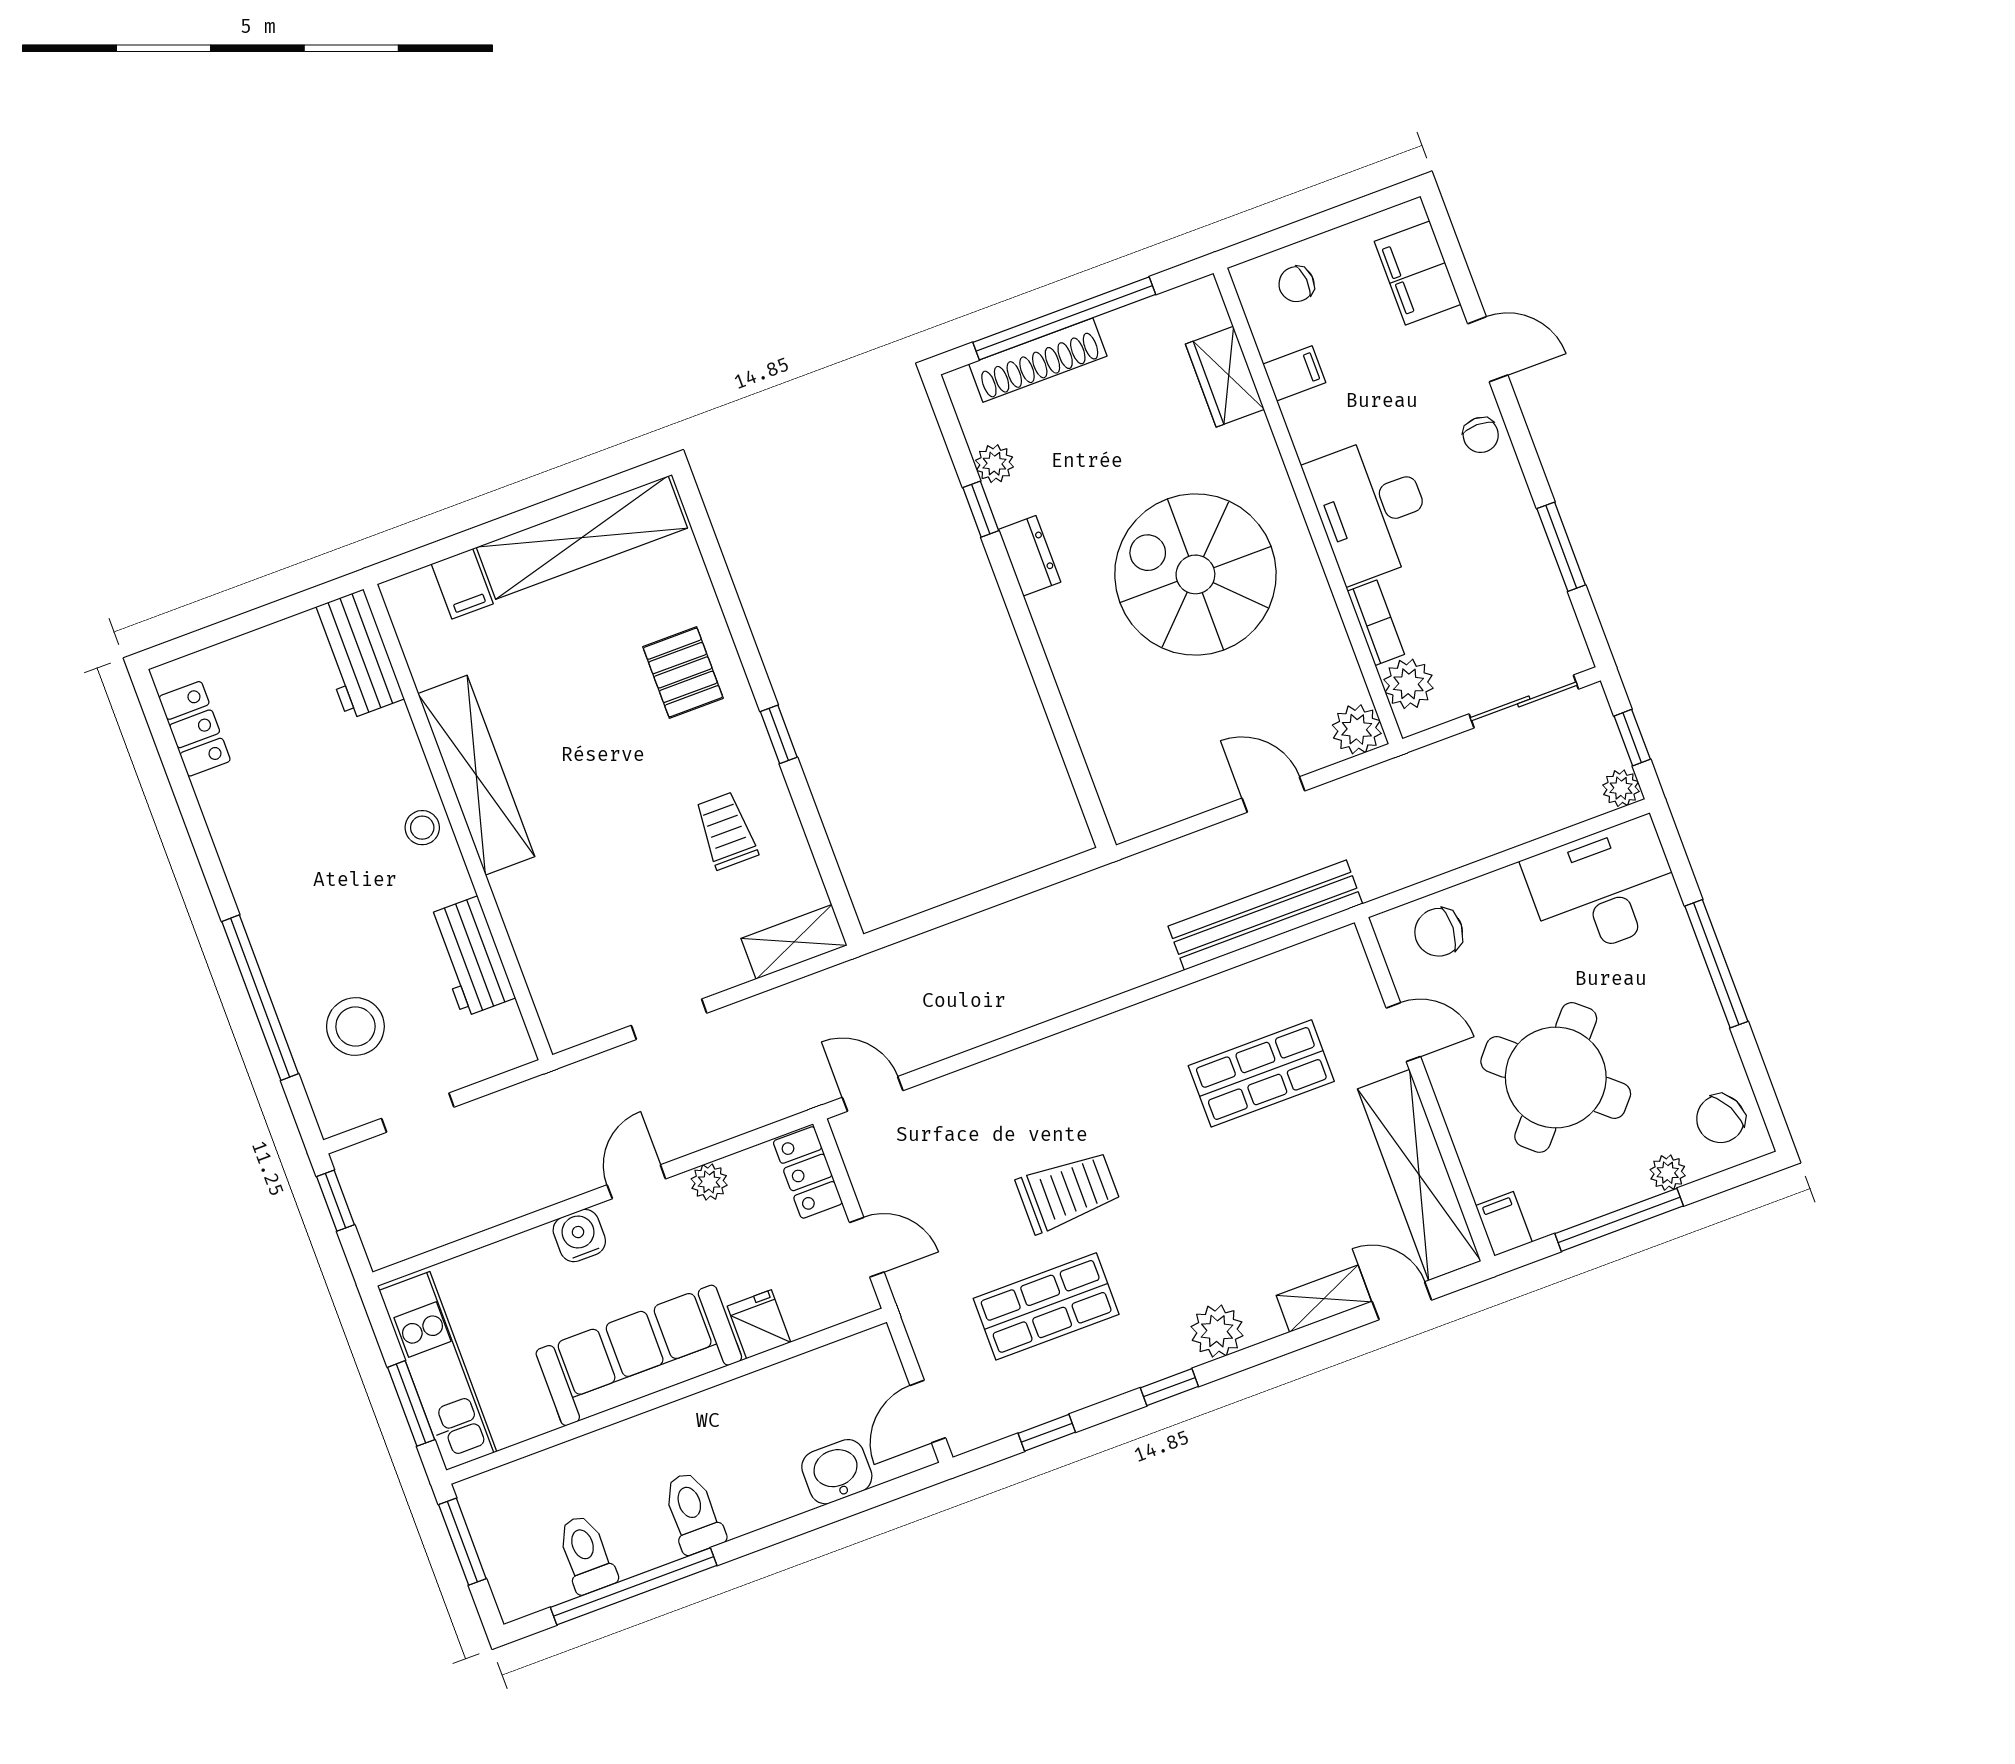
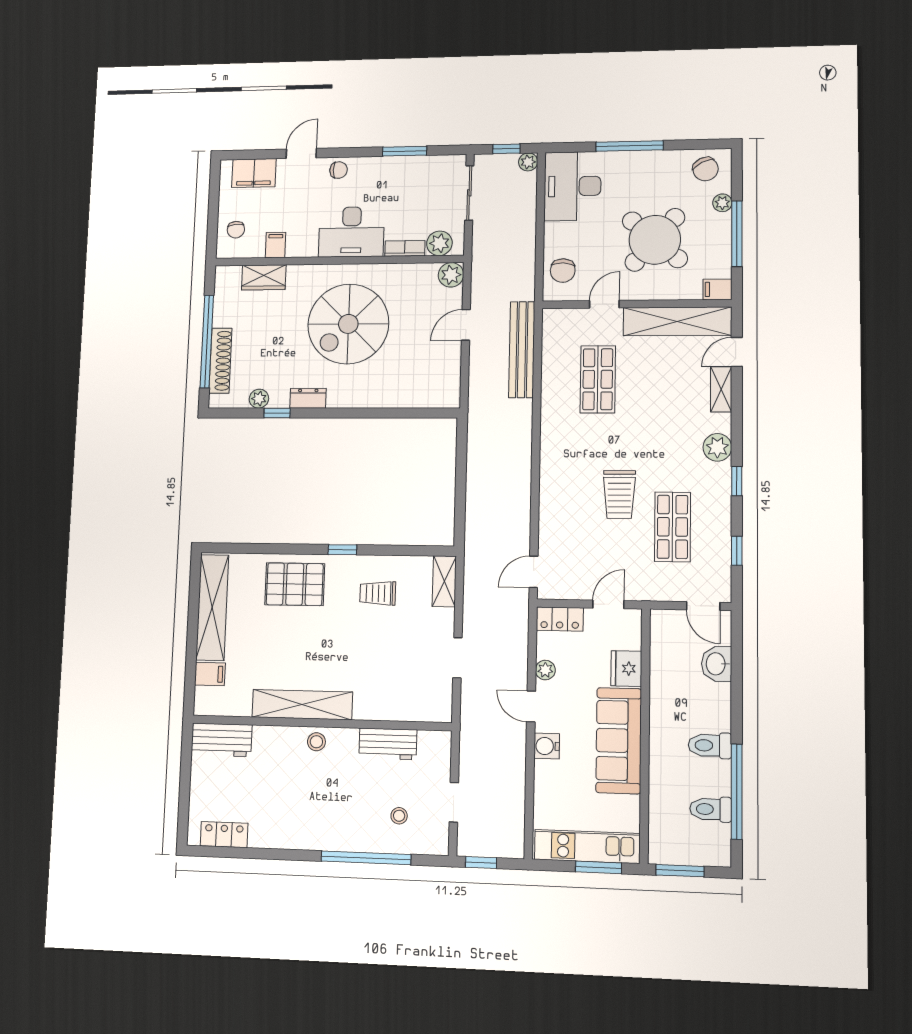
pallet: (683, 672) -> (295, 584), width x1.50, depth x1.42
stool: (355, 1027) -> (399, 816), width x0.53, depth x0.53
trolley: (1068, 1192) -> (619, 495), turned 180
fridge: (759, 1324) -> (626, 669), width x1.38

